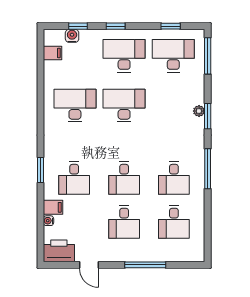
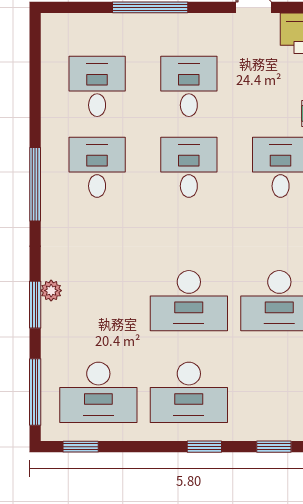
window: (171, 26) -> (81, 447), moved
water cooler: (72, 36) -> (285, 429), removed
window: (208, 116) -> (35, 305), moved

